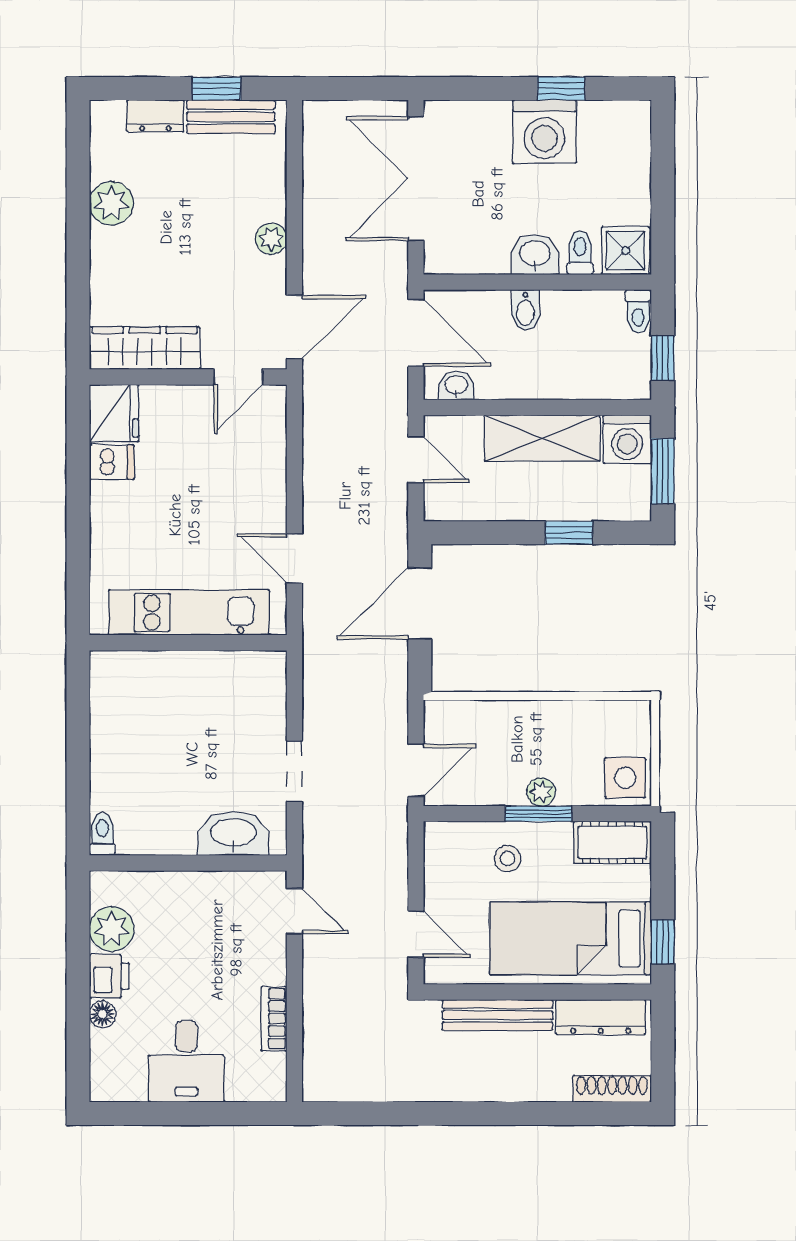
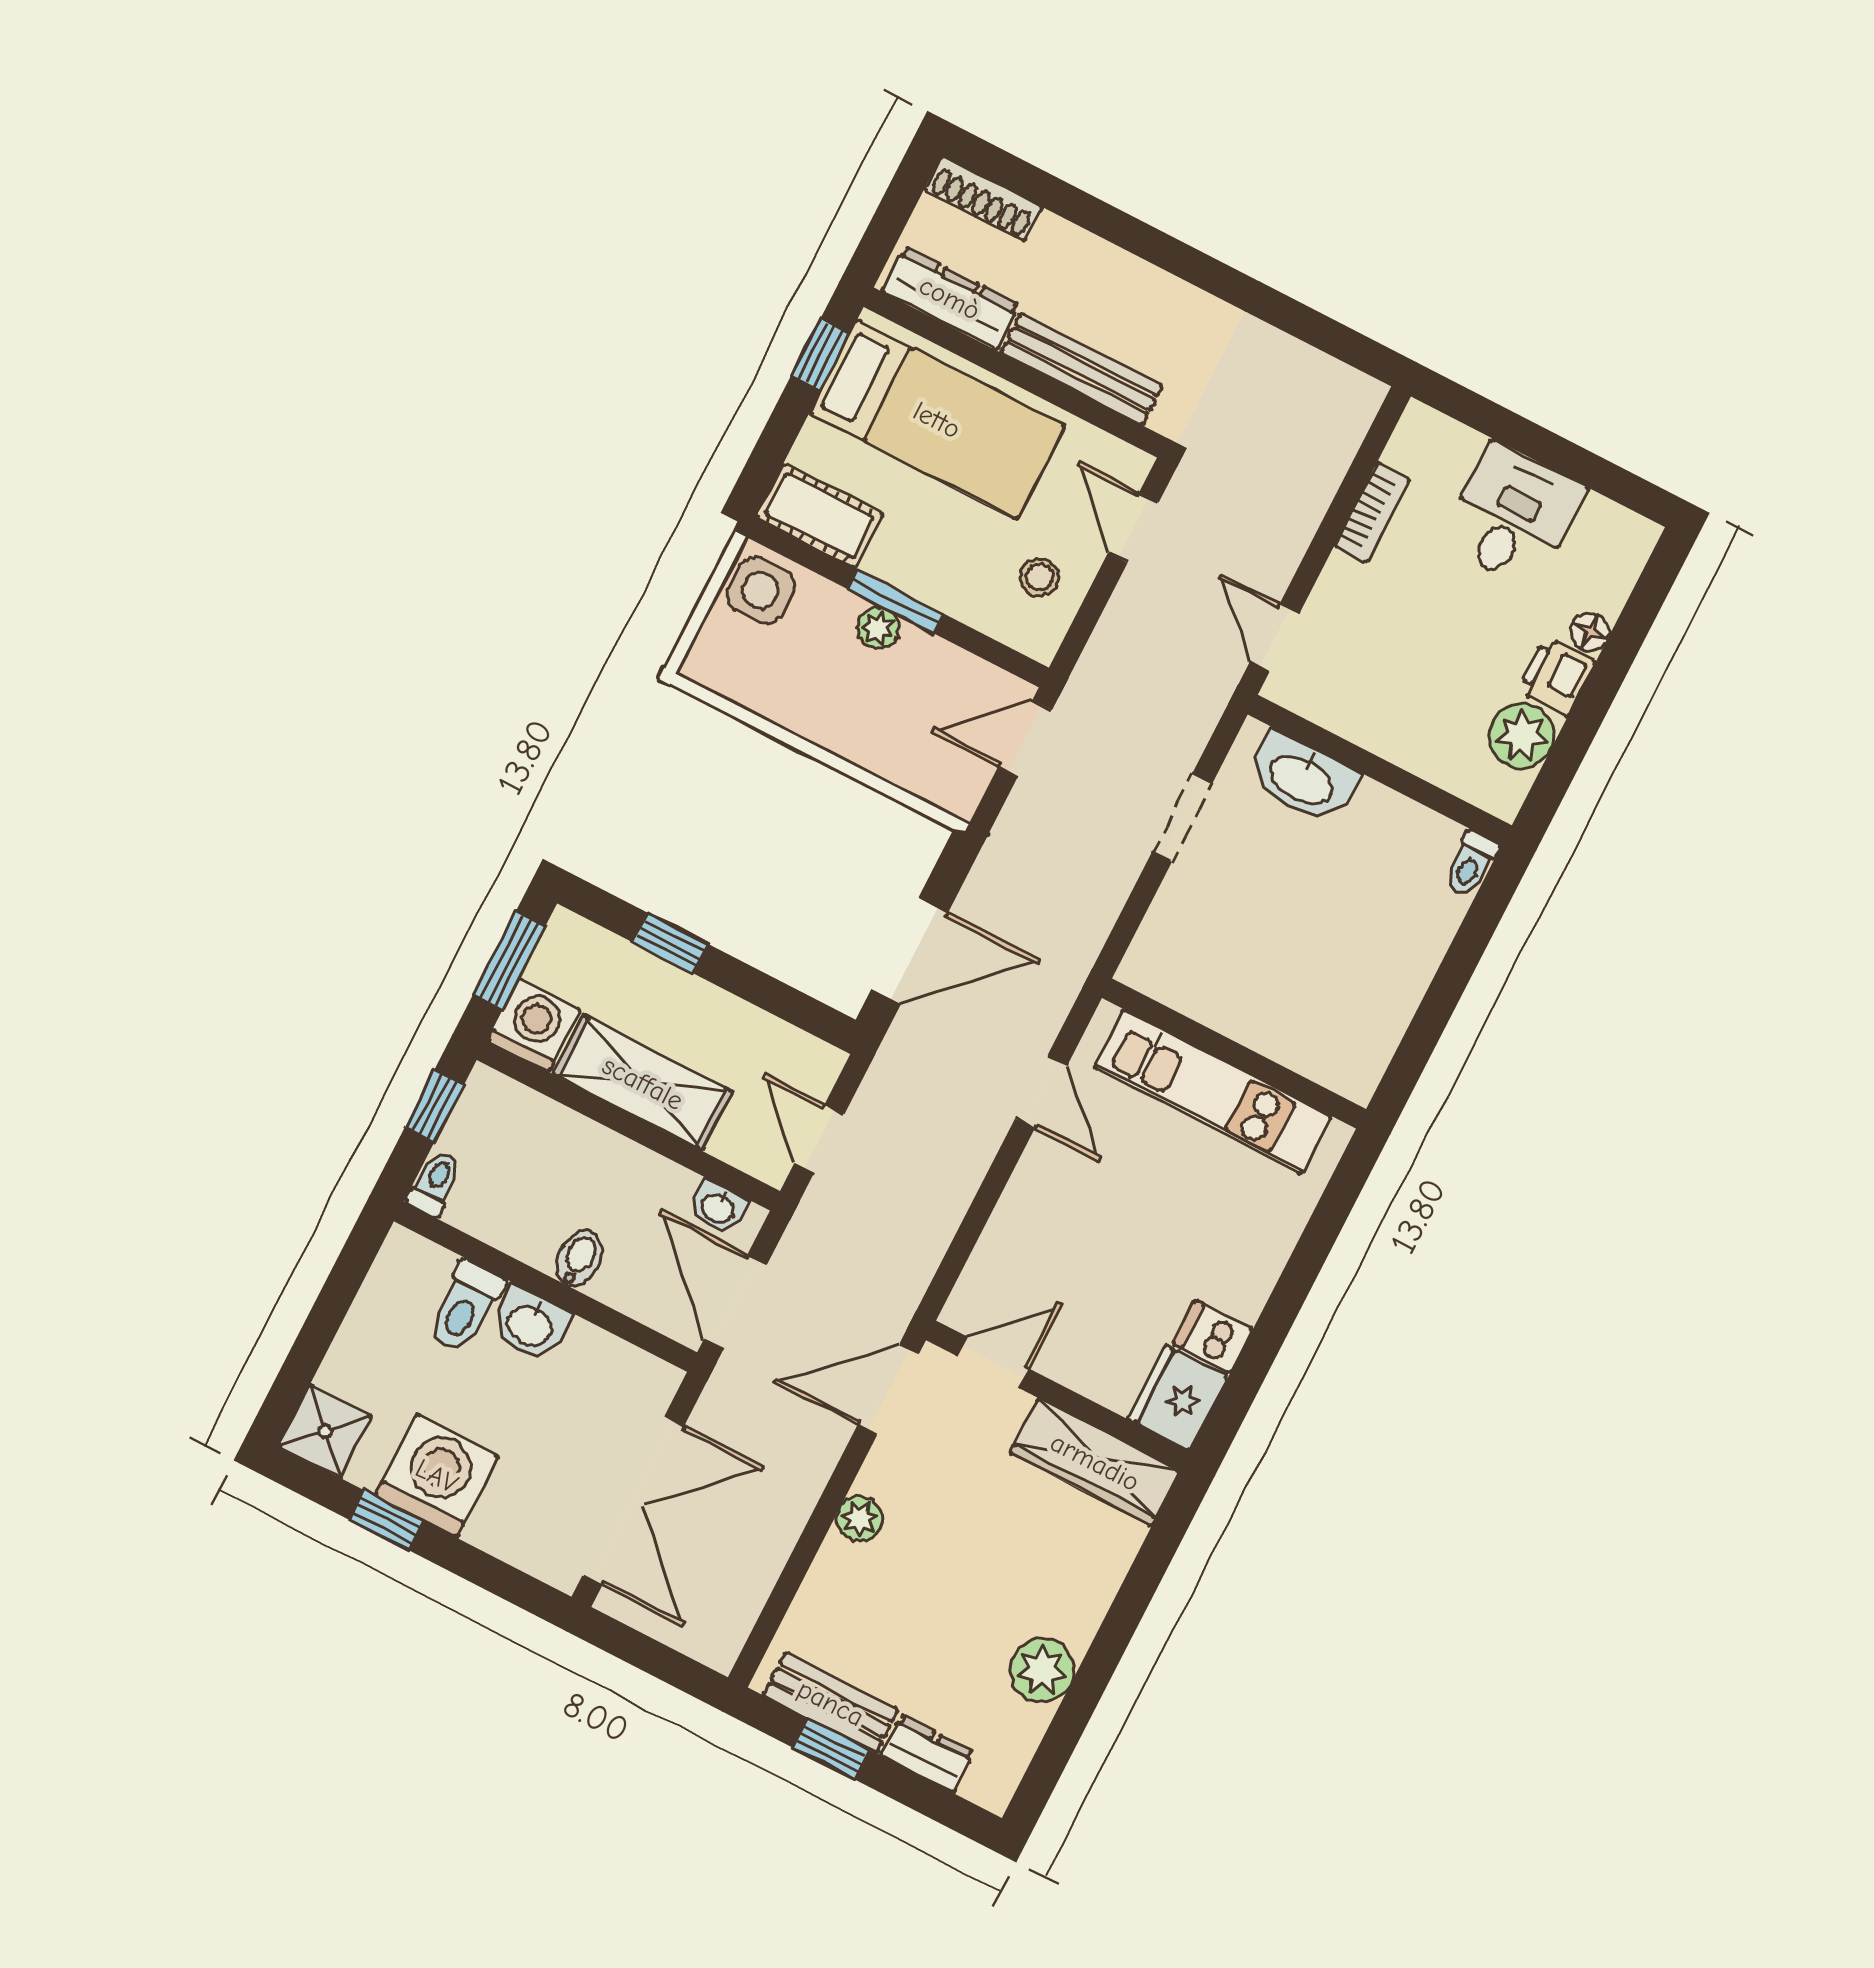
shower: (625, 250) -> (325, 1431), moved
toilet: (580, 253) -> (466, 1307), width x1.37, depth x1.39
stool: (508, 858) -> (1040, 577), moved

